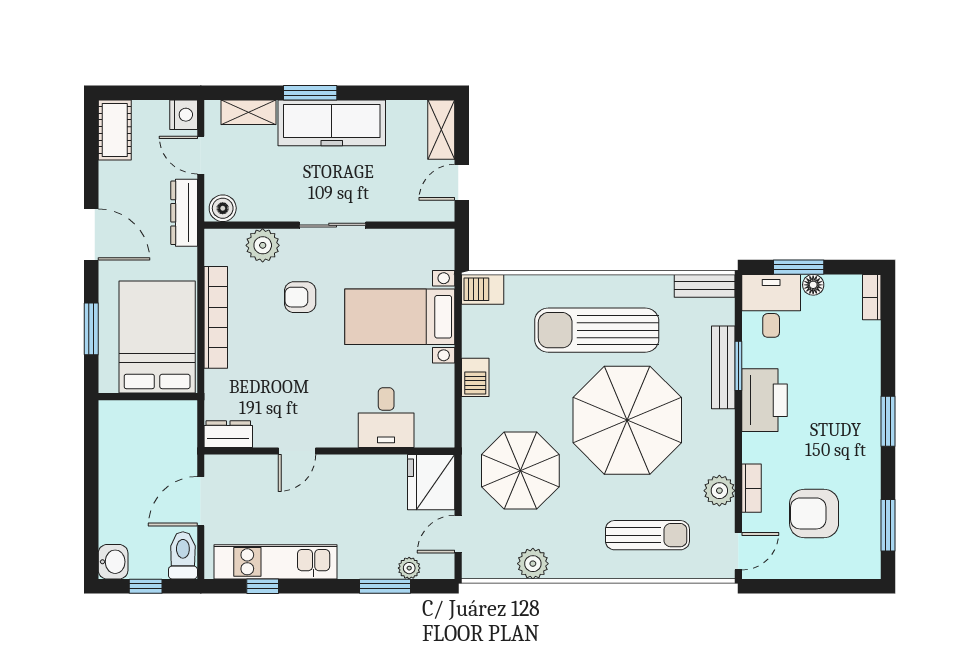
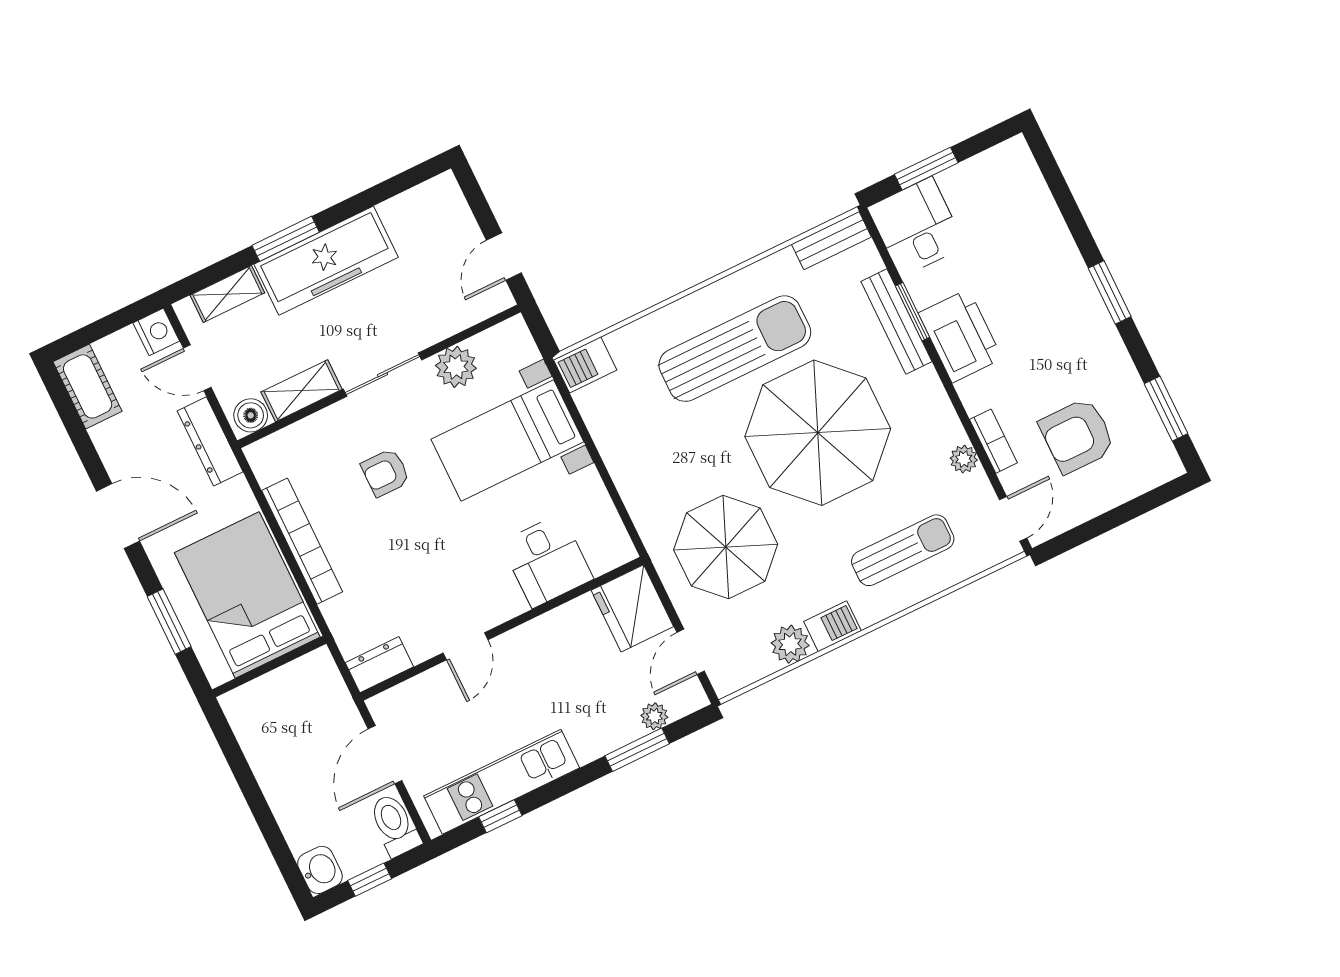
shelving: (441, 130) -> (302, 391), moved, turned 90
plant: (263, 245) -> (456, 367), moved
floor lamp: (813, 285) -> (952, 180), removed
bookcase: (872, 297) -> (1024, 162), removed
sun lounger: (597, 330) -> (735, 349), turned 180
barbecue: (475, 377) -> (833, 626), moved, turned -90
plant: (719, 491) -> (964, 459), width x0.73, depth x0.73

